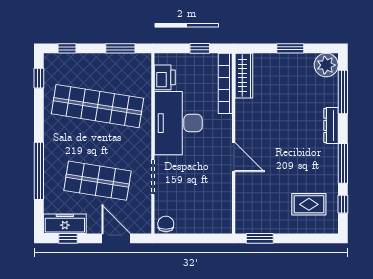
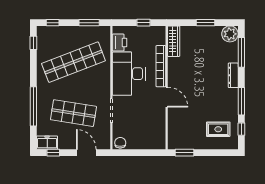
bookcase: (225, 83) -> (161, 66), moved
shop shelf: (97, 106) -> (73, 62), turned -30
freezer: (65, 224) -> (47, 143), width x0.71

